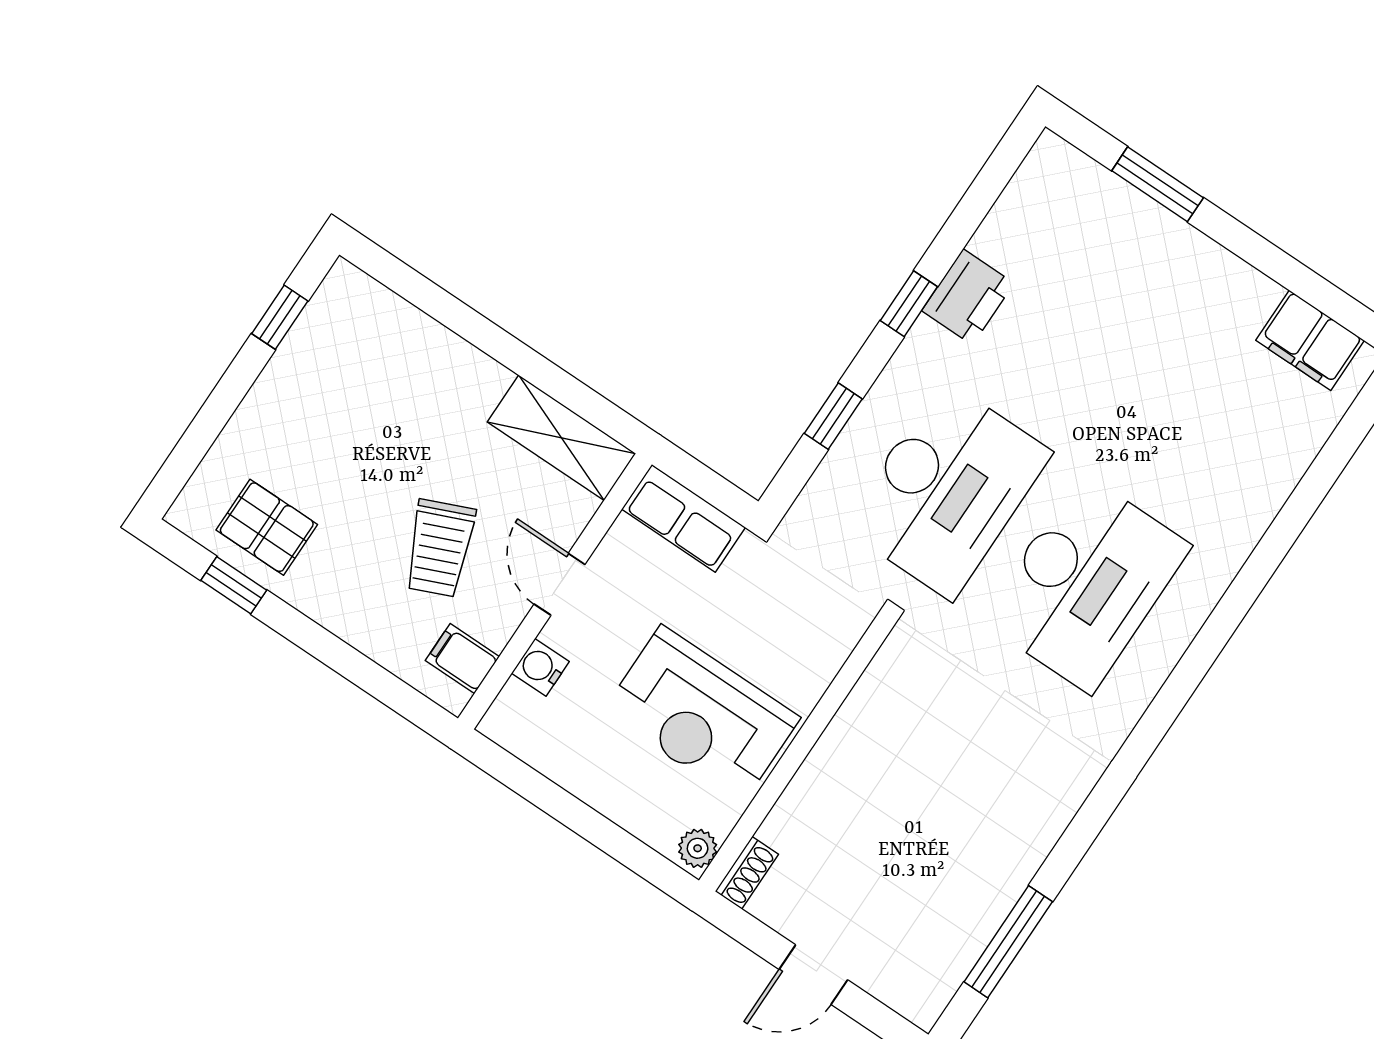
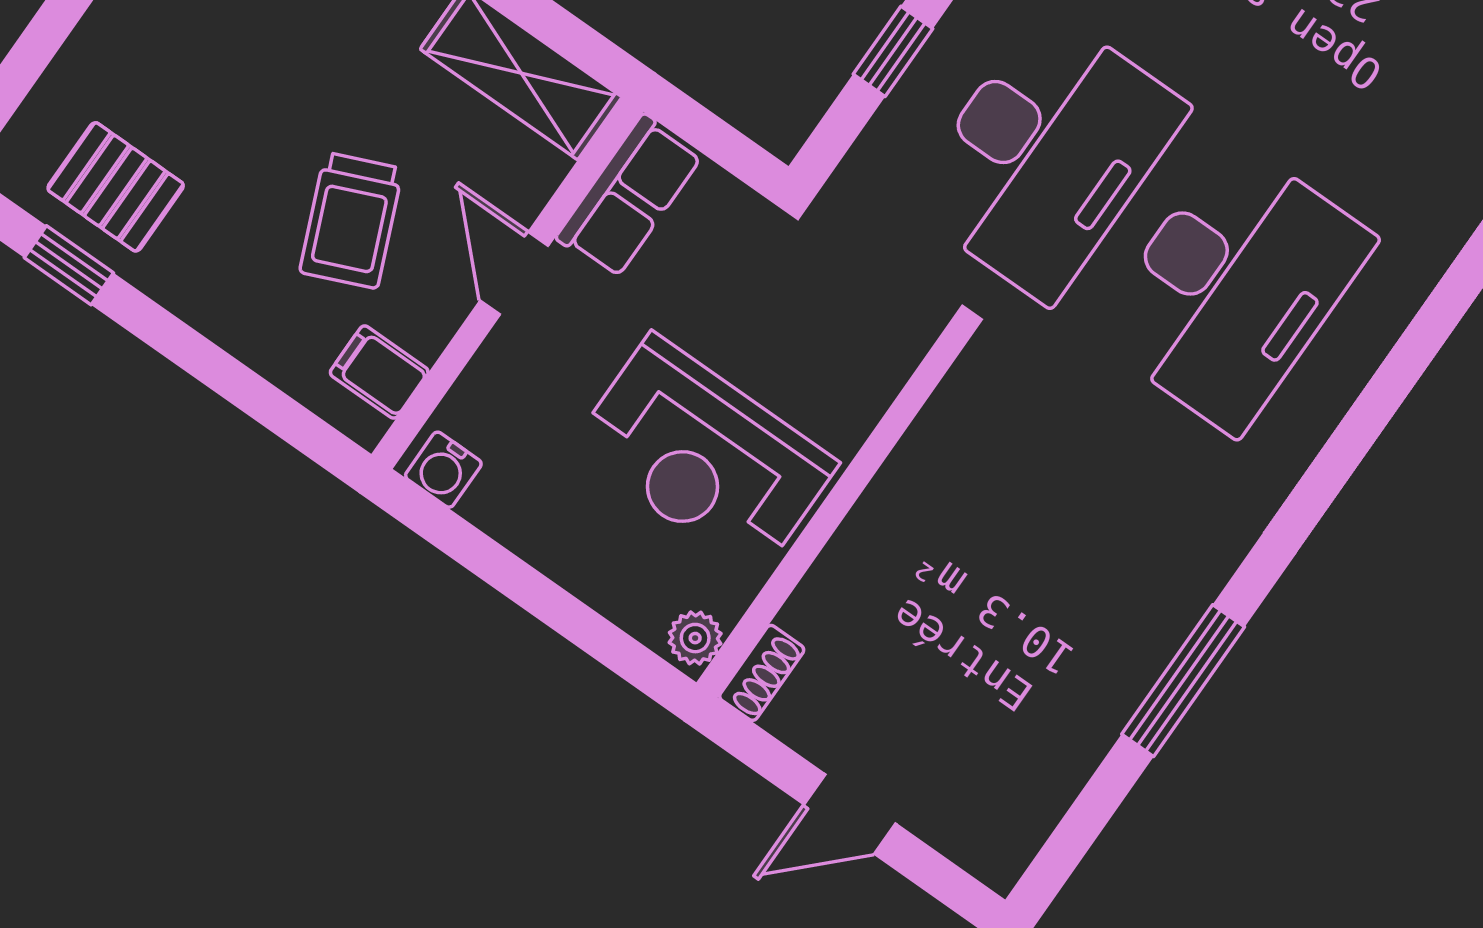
row of seats: (684, 518) -> (629, 196), moved, turned -90
water cooler: (540, 667) -> (443, 470), moved, turned -90
window: (1008, 942) -> (1183, 681), moved

